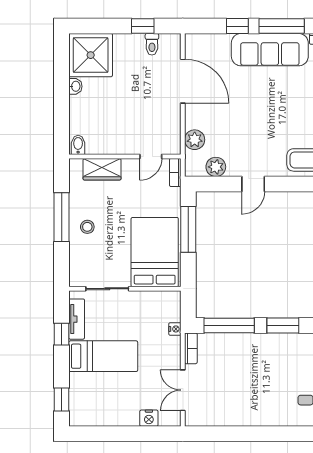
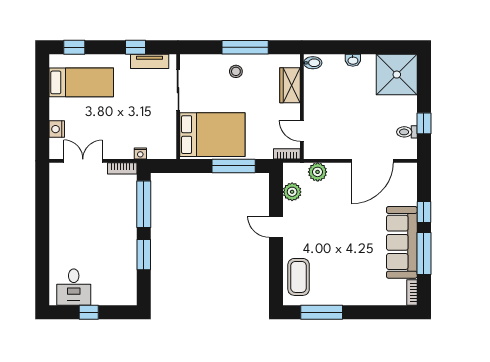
washbasin: (75, 86) -> (353, 60), moved
bed: (103, 356) -> (81, 82), moved, turned -90

